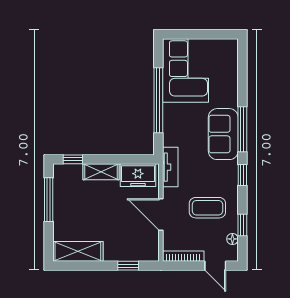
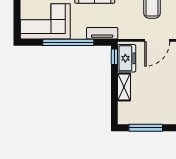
window: (73, 159) -> (114, 57), moved
tv unit: (170, 167) -> (102, 33), moved

